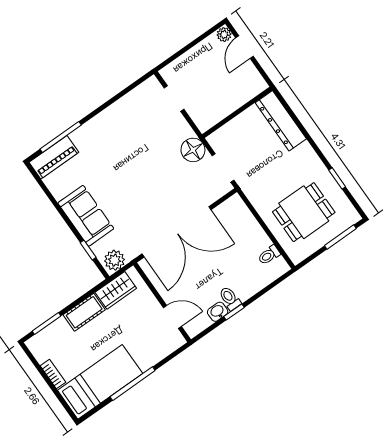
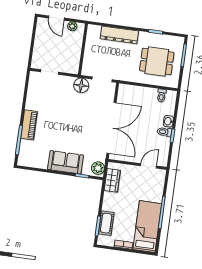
plant: (224, 35) -> (72, 26), moved
dresser: (281, 121) -> (119, 35), moved
piano: (54, 157) -> (29, 125), moved
dining table: (304, 212) -> (157, 61), turned 90
cot: (84, 312) -> (106, 223), moved
washbasin: (218, 312) -> (168, 121), moved

